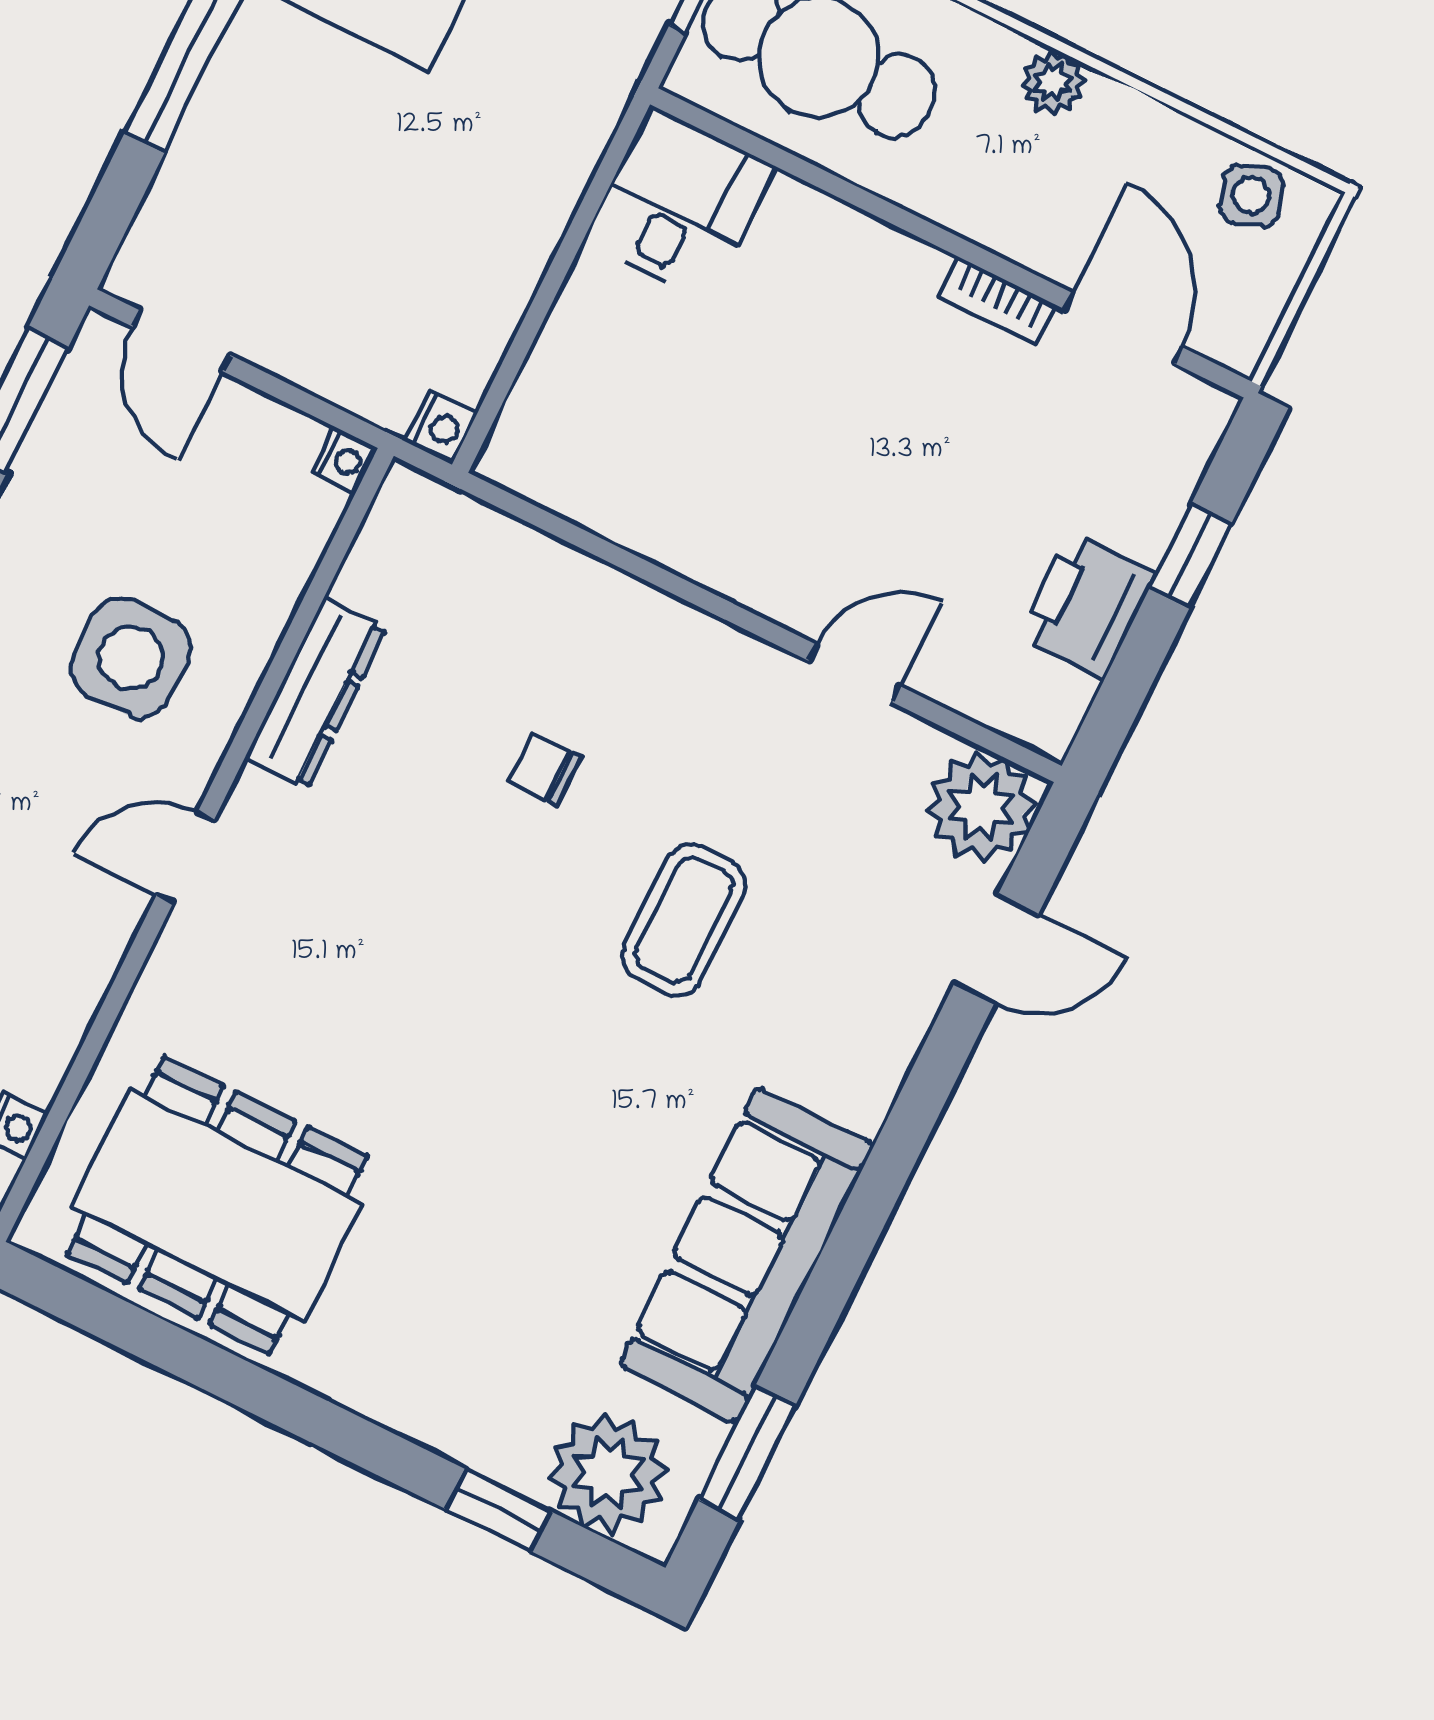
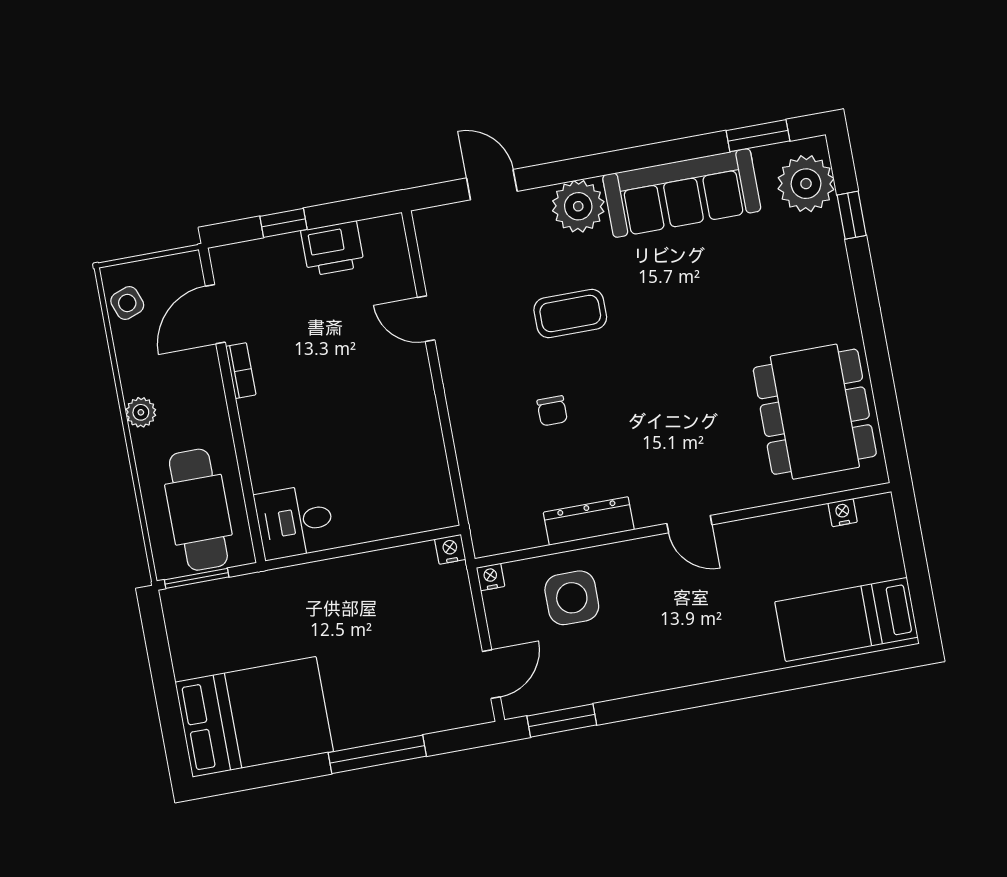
side table: (131, 658) -> (572, 598), moved
plant: (981, 807) -> (578, 206), moved

